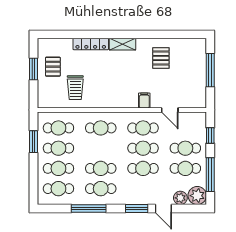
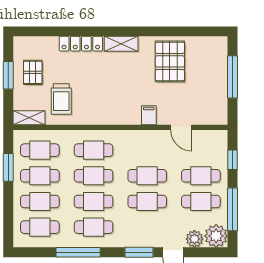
pallet: (161, 58) -> (170, 61), width x1.50, depth x1.42
shelving: (50, 102) -> (29, 118), added
cafe table: (143, 128) -> (94, 176), moved

